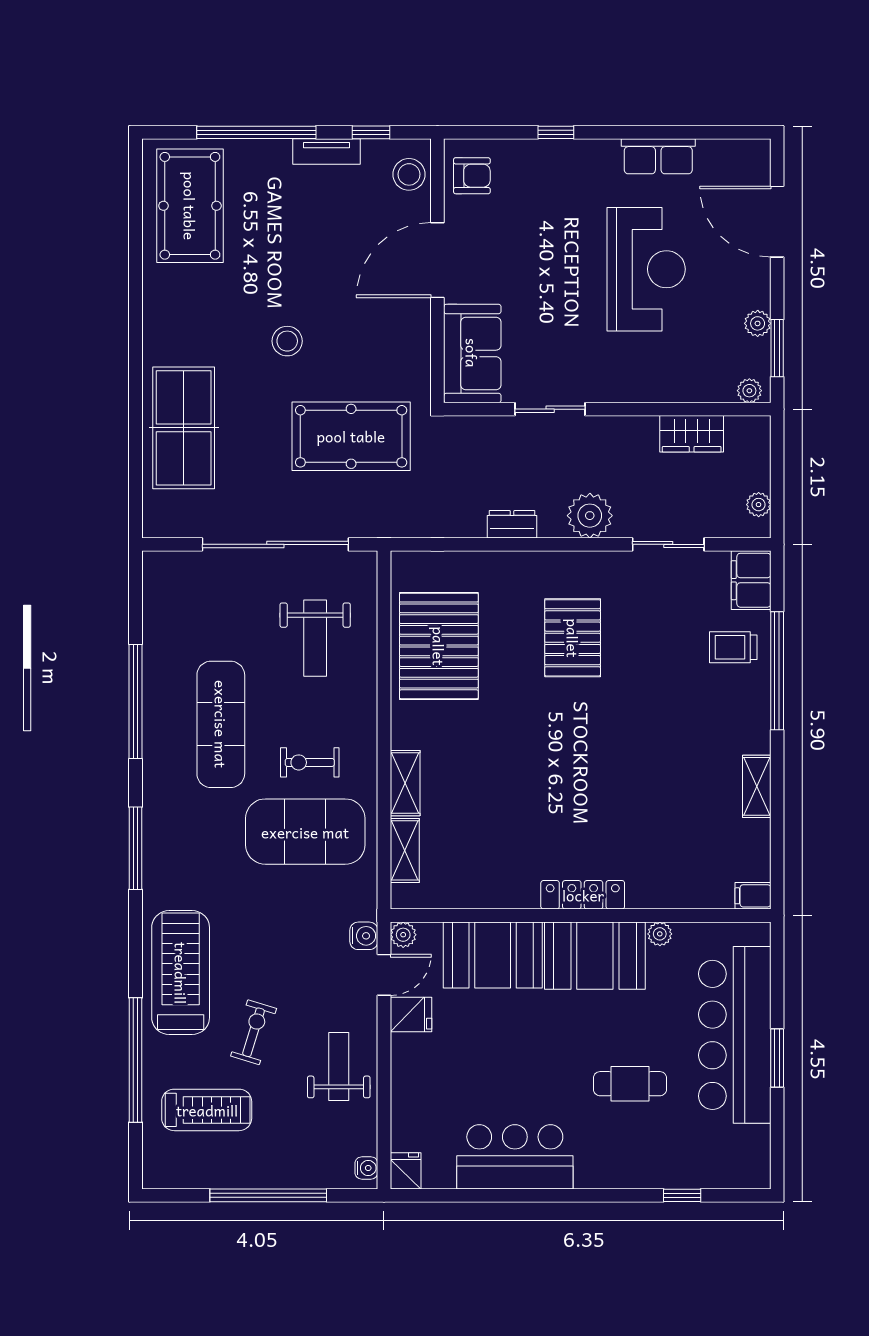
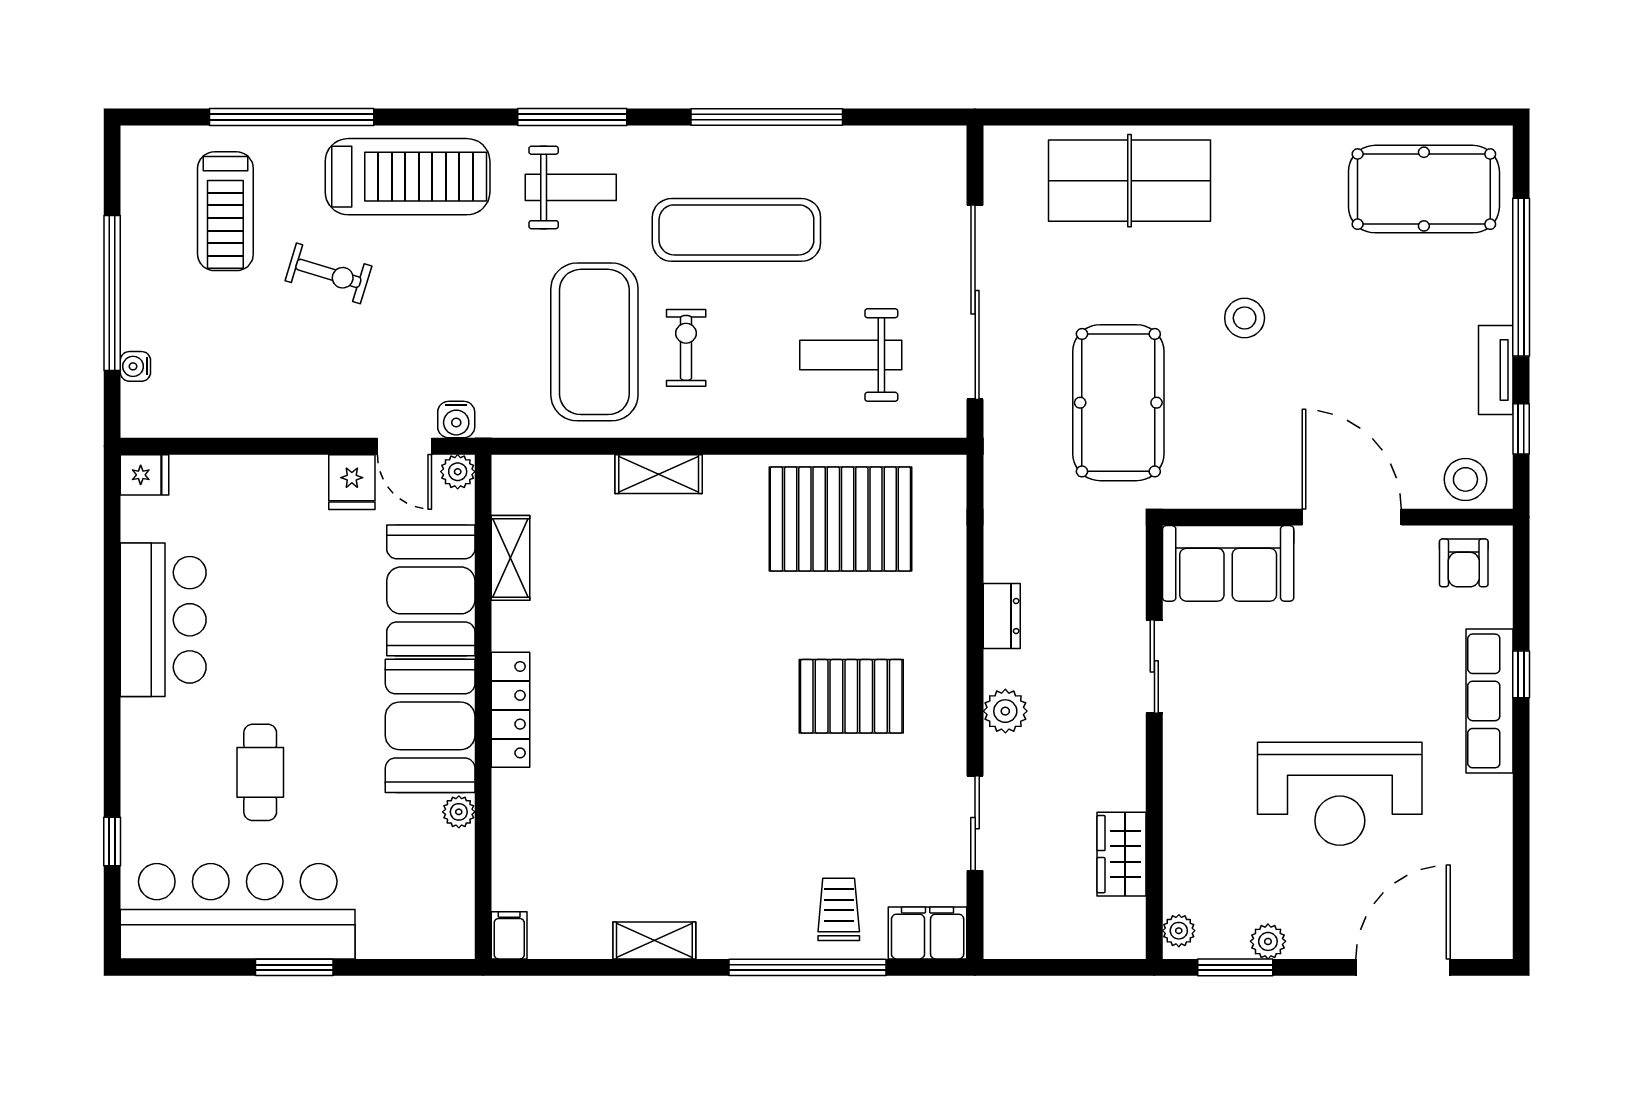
row of seats: (658, 156) -> (1489, 701), moved, width x1.48
plant: (759, 505) -> (1028, 943), removed
plant: (590, 516) -> (1005, 711), width x0.73, depth x0.73
shelving: (405, 850) -> (511, 558), moved, turned 90
bar counter: (735, 1035) -> (238, 911), moved
weight bench: (339, 1066) -> (571, 187), moved
water cooler: (366, 1168) -> (135, 366), moved, turned 90

